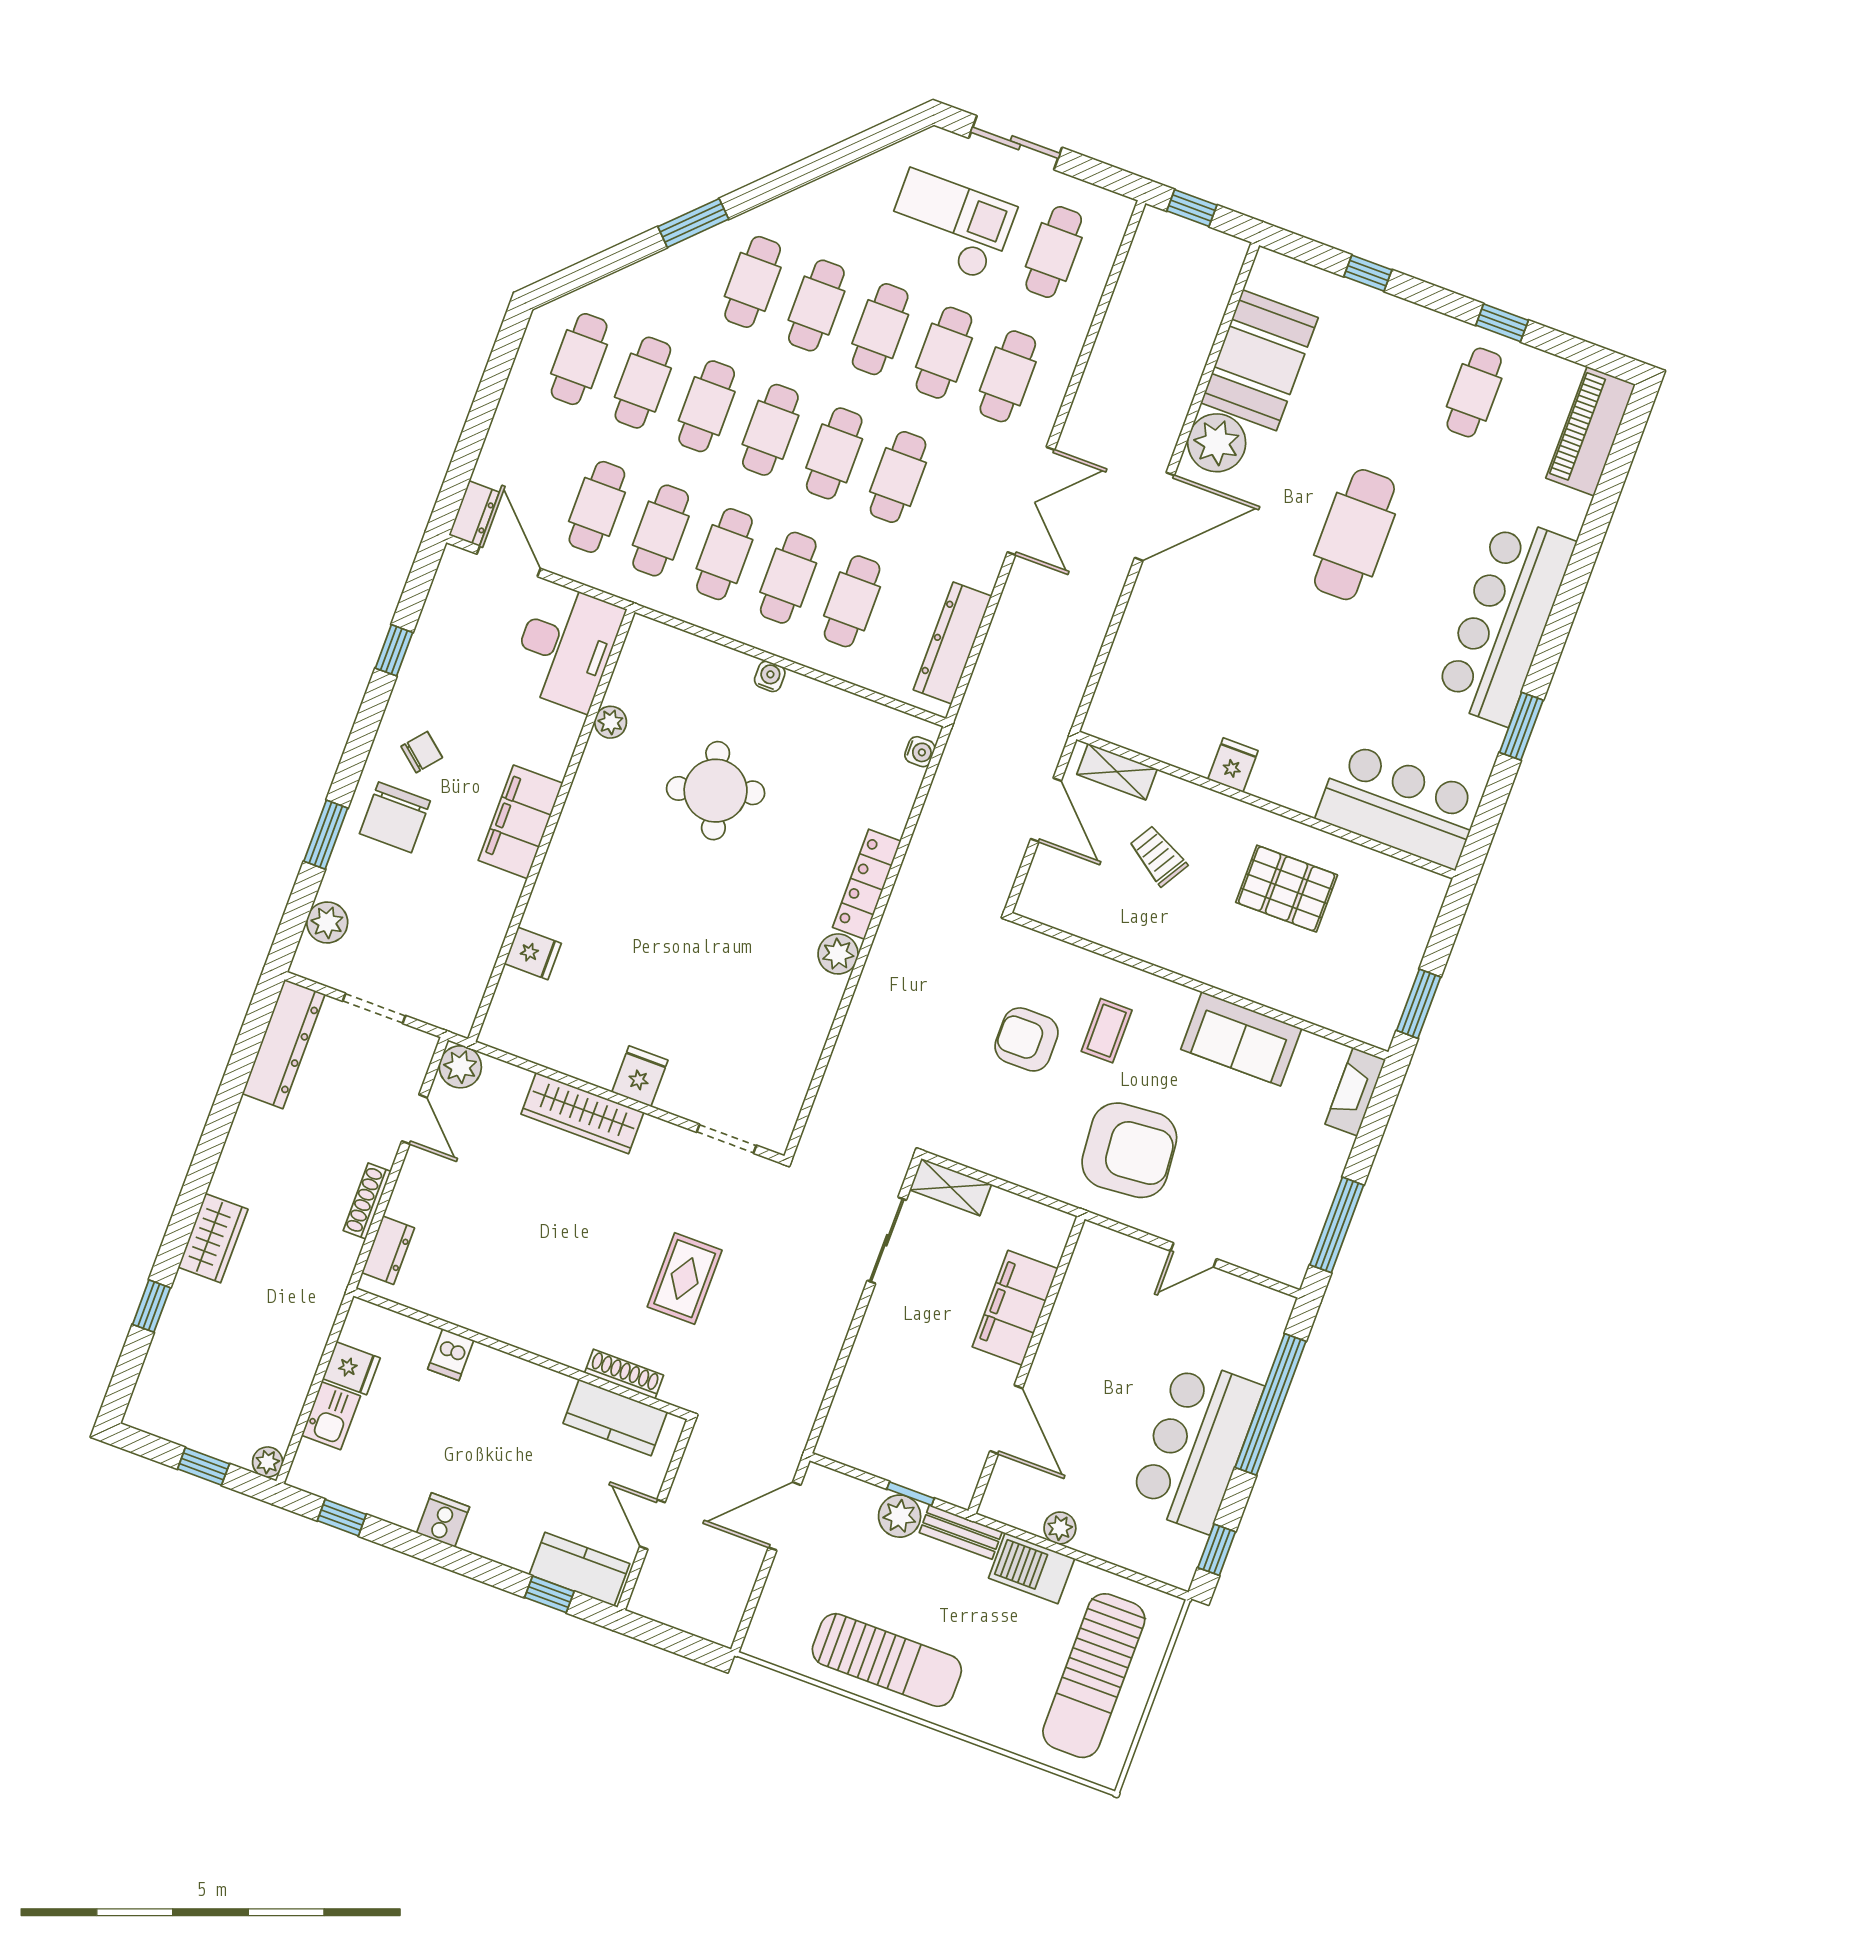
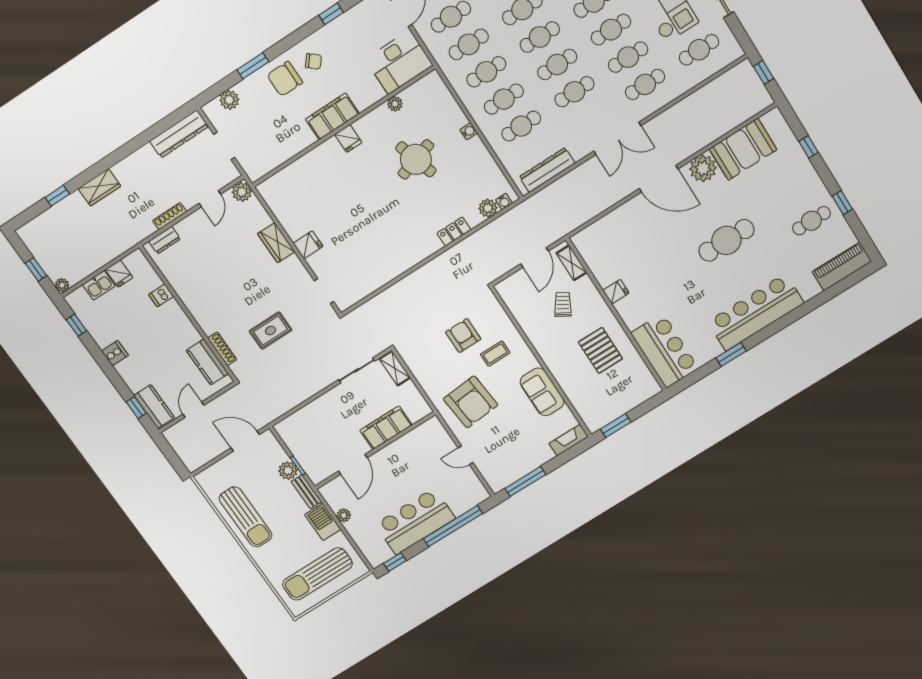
locker: (867, 884) -> (454, 231), width x0.66
fridge: (533, 953) -> (348, 138), moved
plant: (838, 954) -> (488, 208), moved
wardrobe: (582, 1113) -> (276, 243), width x0.67

